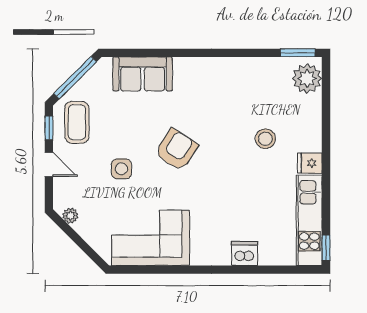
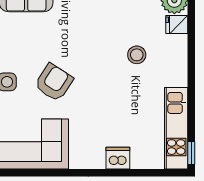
armchair: (177, 150) -> (54, 82), moved
fridge: (310, 163) -> (177, 25), moved

